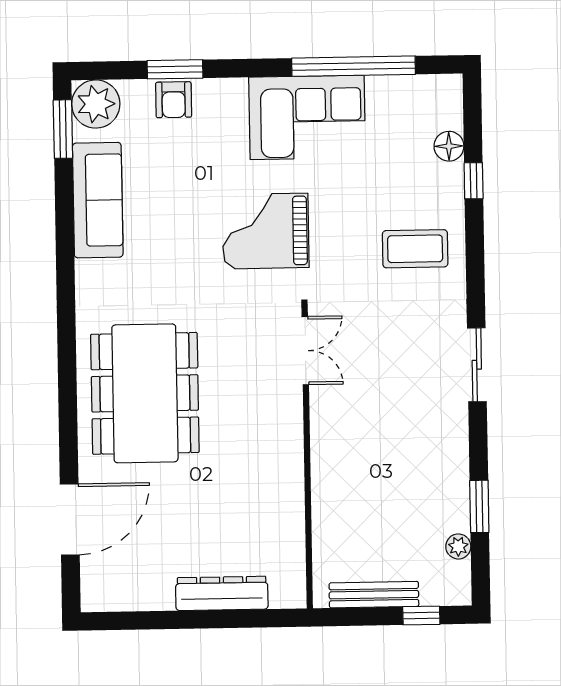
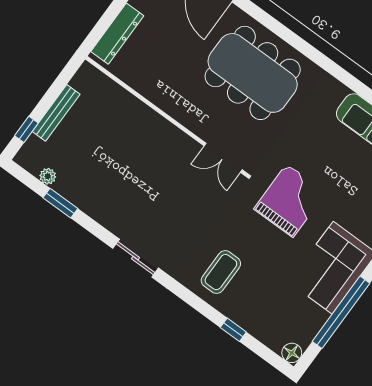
floor lamp: (449, 146) -> (292, 353), moved
double door: (305, 351) -> (223, 158), moved
wall: (307, 457) -> (167, 116), moved

